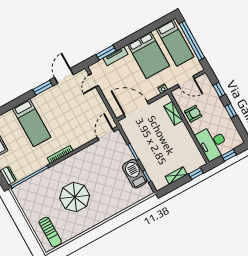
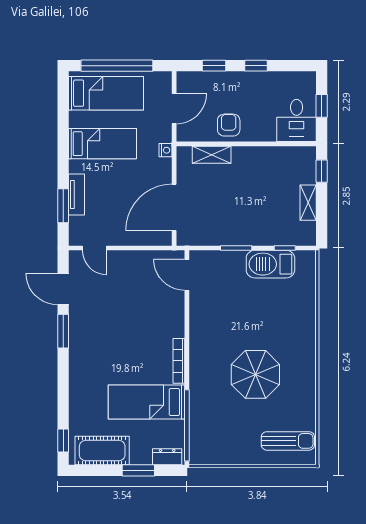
bed: (148, 55) -> (102, 144), width x0.67
bed: (32, 123) -> (146, 402), moved, turned 180
desk: (212, 143) -> (297, 120), width x0.73

